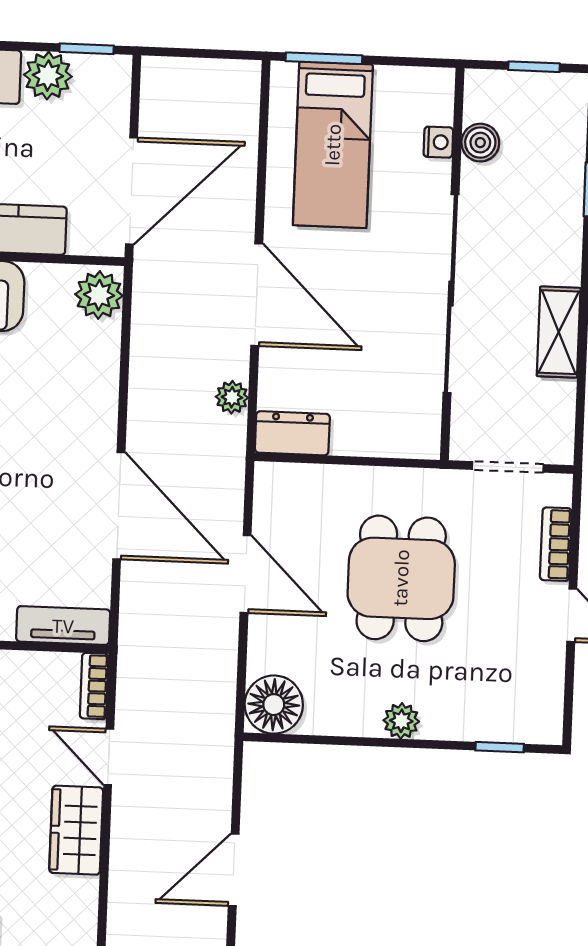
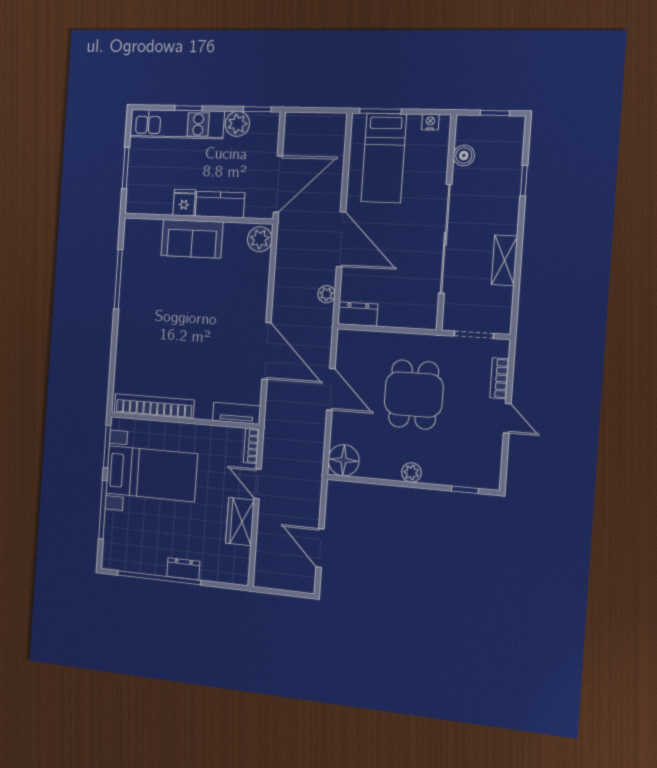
nightstand: (438, 142) -> (430, 122), moved, turned -90
door: (234, 870) -> (320, 548), hinge flipped

